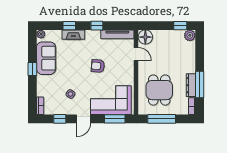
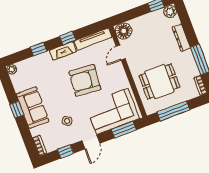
fireplace: (73, 35) -> (63, 51), moved
door: (136, 54) -> (121, 52), swing flipped
sofa: (46, 58) -> (33, 108), moved
armchair: (98, 66) -> (85, 80), width x1.88, depth x1.88
dresser: (191, 85) -> (181, 38), moved
dining table: (159, 90) -> (159, 81), turned 90

